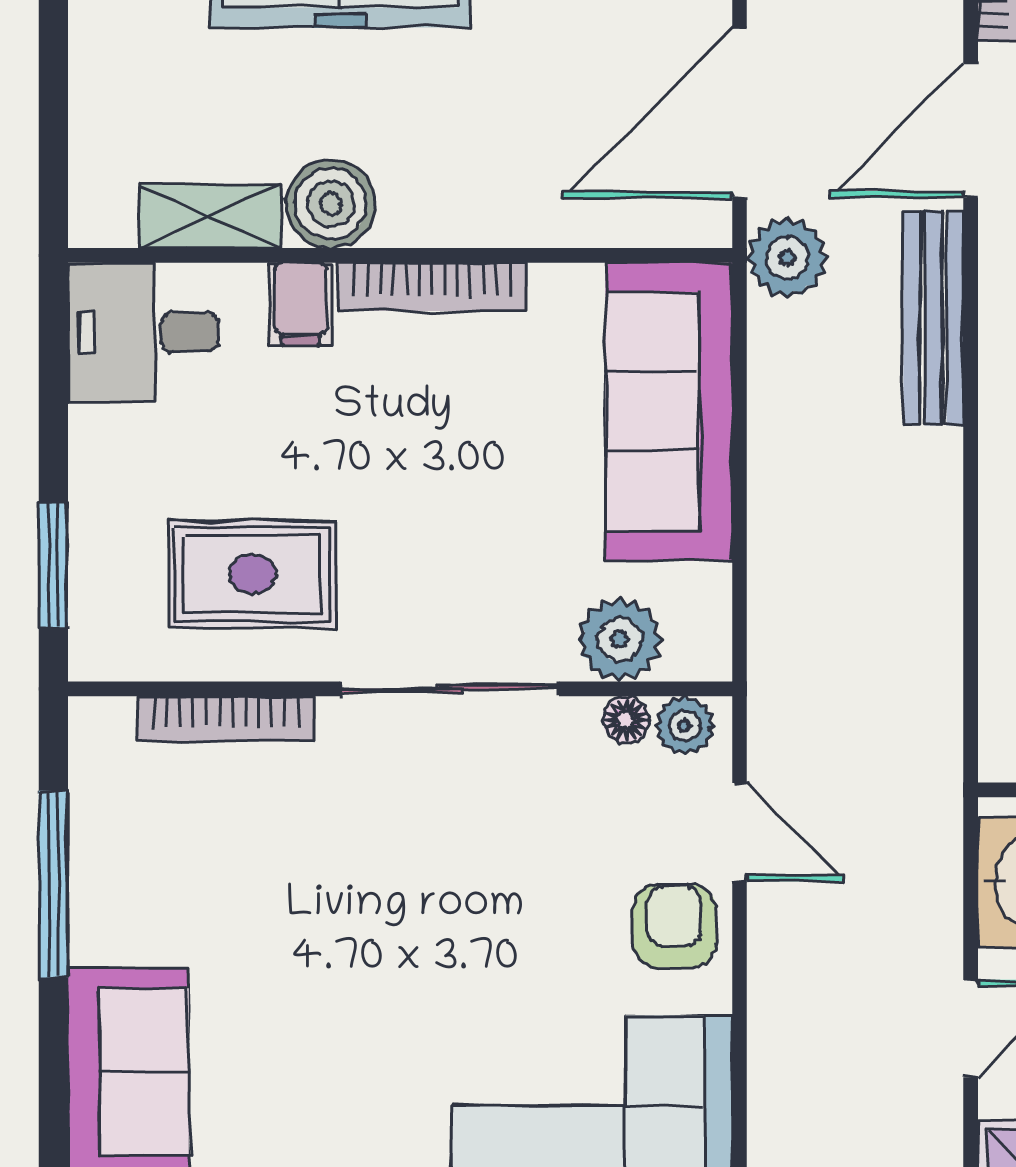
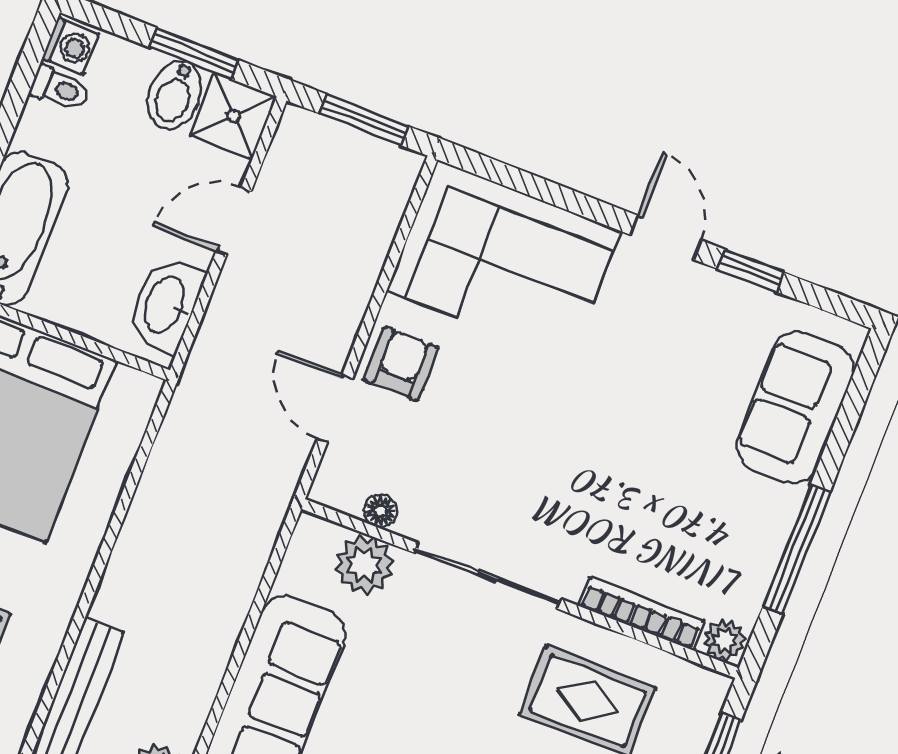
plant: (685, 726) -> (724, 640), moved
armchair: (674, 926) -> (401, 364), turned 180

